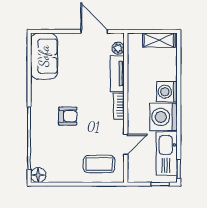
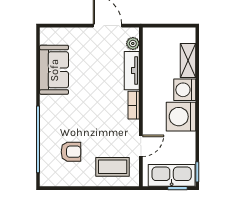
shelving: (159, 40) -> (188, 60), moved, turned 90
sofa: (44, 56) -> (54, 70), moved
armchair: (68, 116) -> (71, 152), moved
kitchen sink: (167, 154) -> (172, 175), moved, turned 90
floor lamp: (38, 175) -> (48, 178), removed

